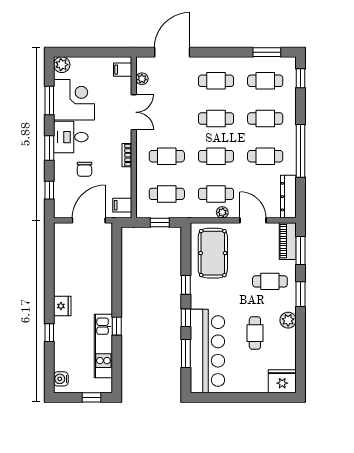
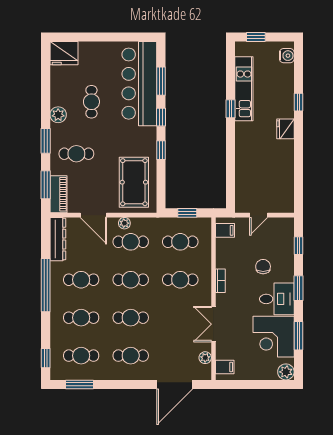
door: (89, 220) -> (259, 215), width x0.53

